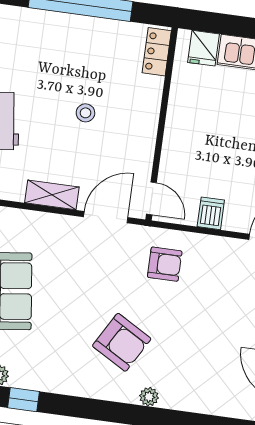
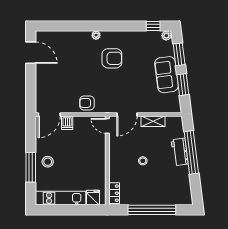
dishwasher: (211, 213) -> (67, 123), moved
armchair: (165, 264) -> (87, 103), moved
armchair: (122, 342) -> (112, 58), turned 150

